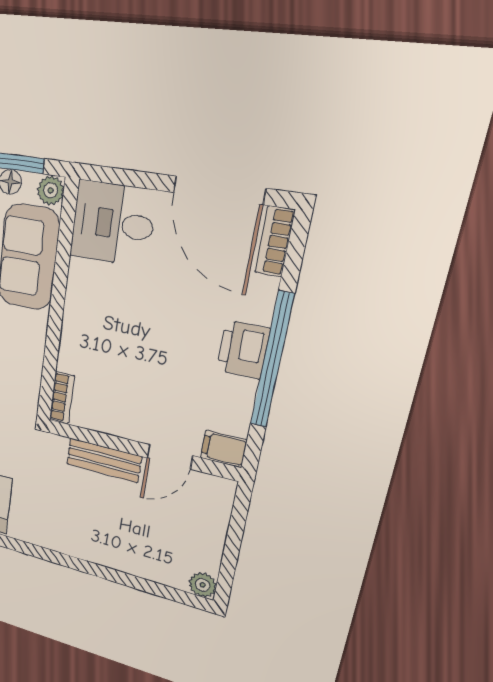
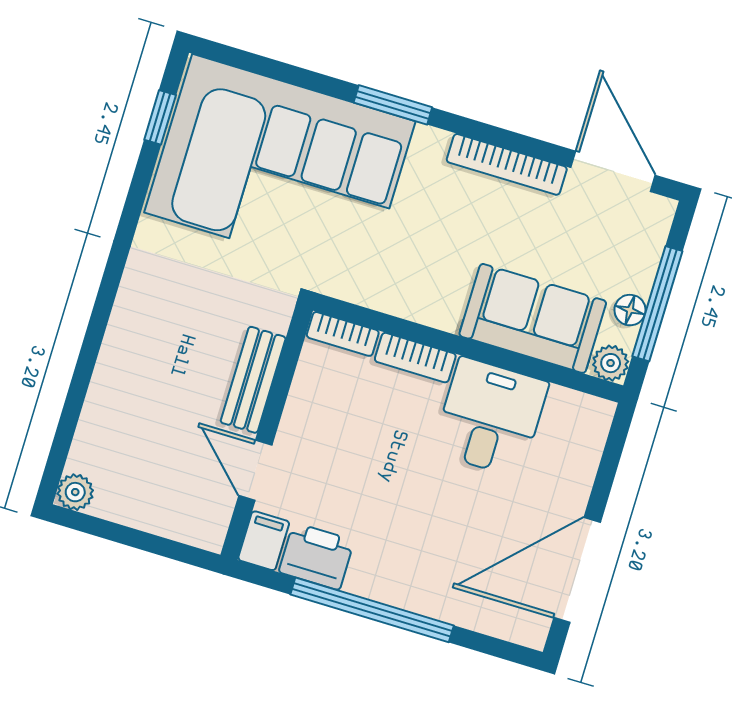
desk: (113, 224) -> (490, 417), moved
bookcase: (275, 241) -> (415, 358), moved, turned 180
printer: (243, 350) -> (316, 556), moved

